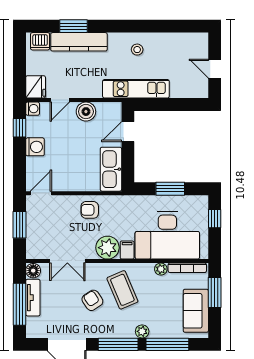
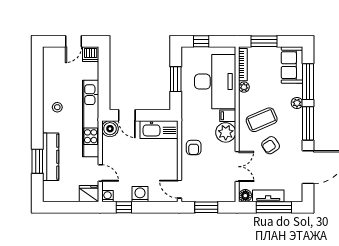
dishwasher: (40, 41) -> (91, 54), moved, turned 90
kitchen unit: (136, 89) -> (91, 119), width x1.36
boiler: (86, 112) -> (110, 129), moved
sofa: (196, 311) -> (292, 65), moved, turned 90

